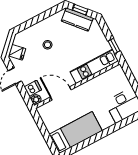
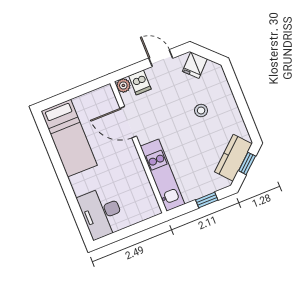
window: (114, 46) -> (207, 200), moved
door: (61, 93) -> (128, 122), swing flipped

